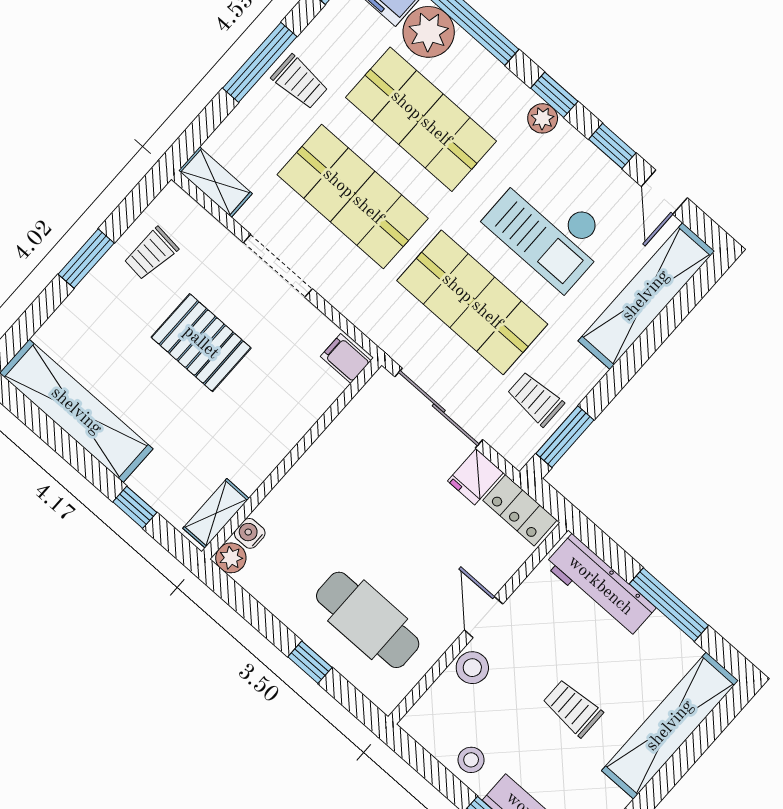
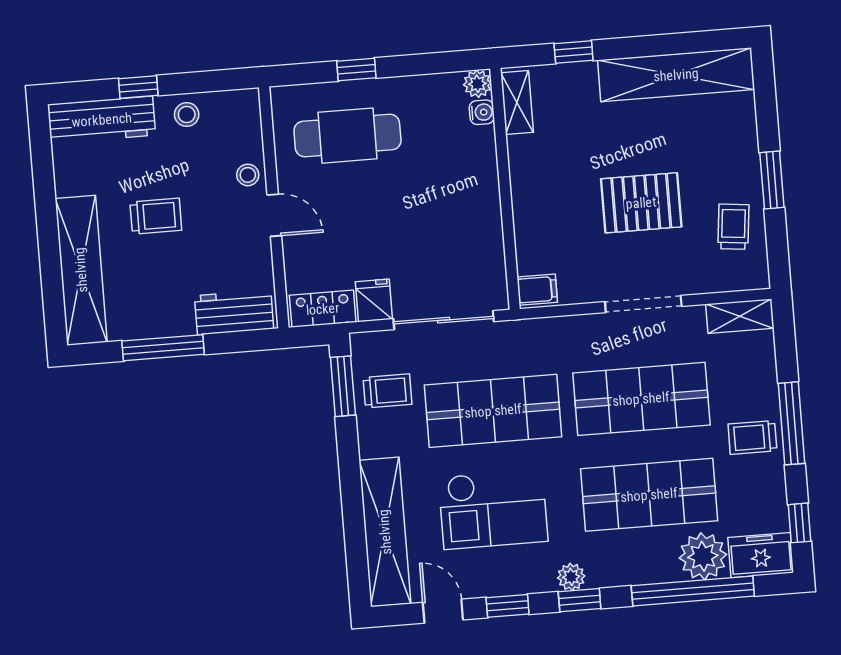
checkout: (548, 229) -> (493, 509), turned 180
workbench: (600, 586) -> (234, 312), width x0.73
stool: (472, 668) -> (248, 175), width x0.73, depth x0.73

